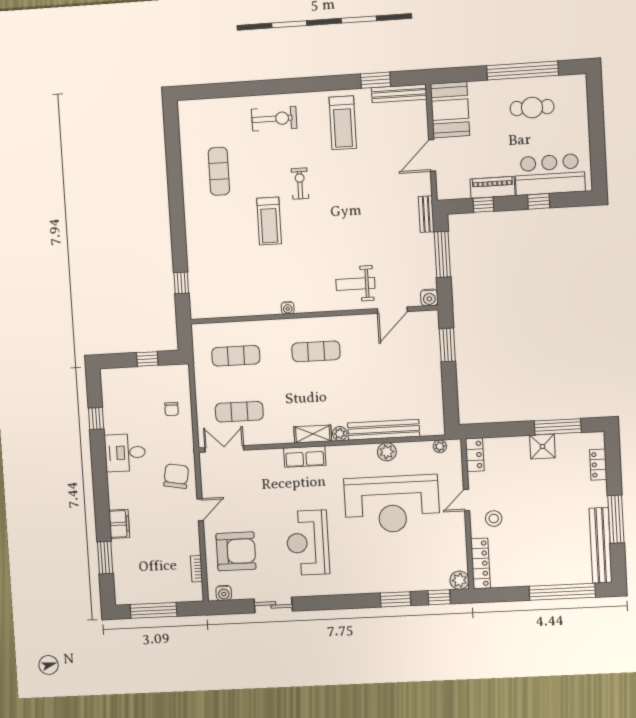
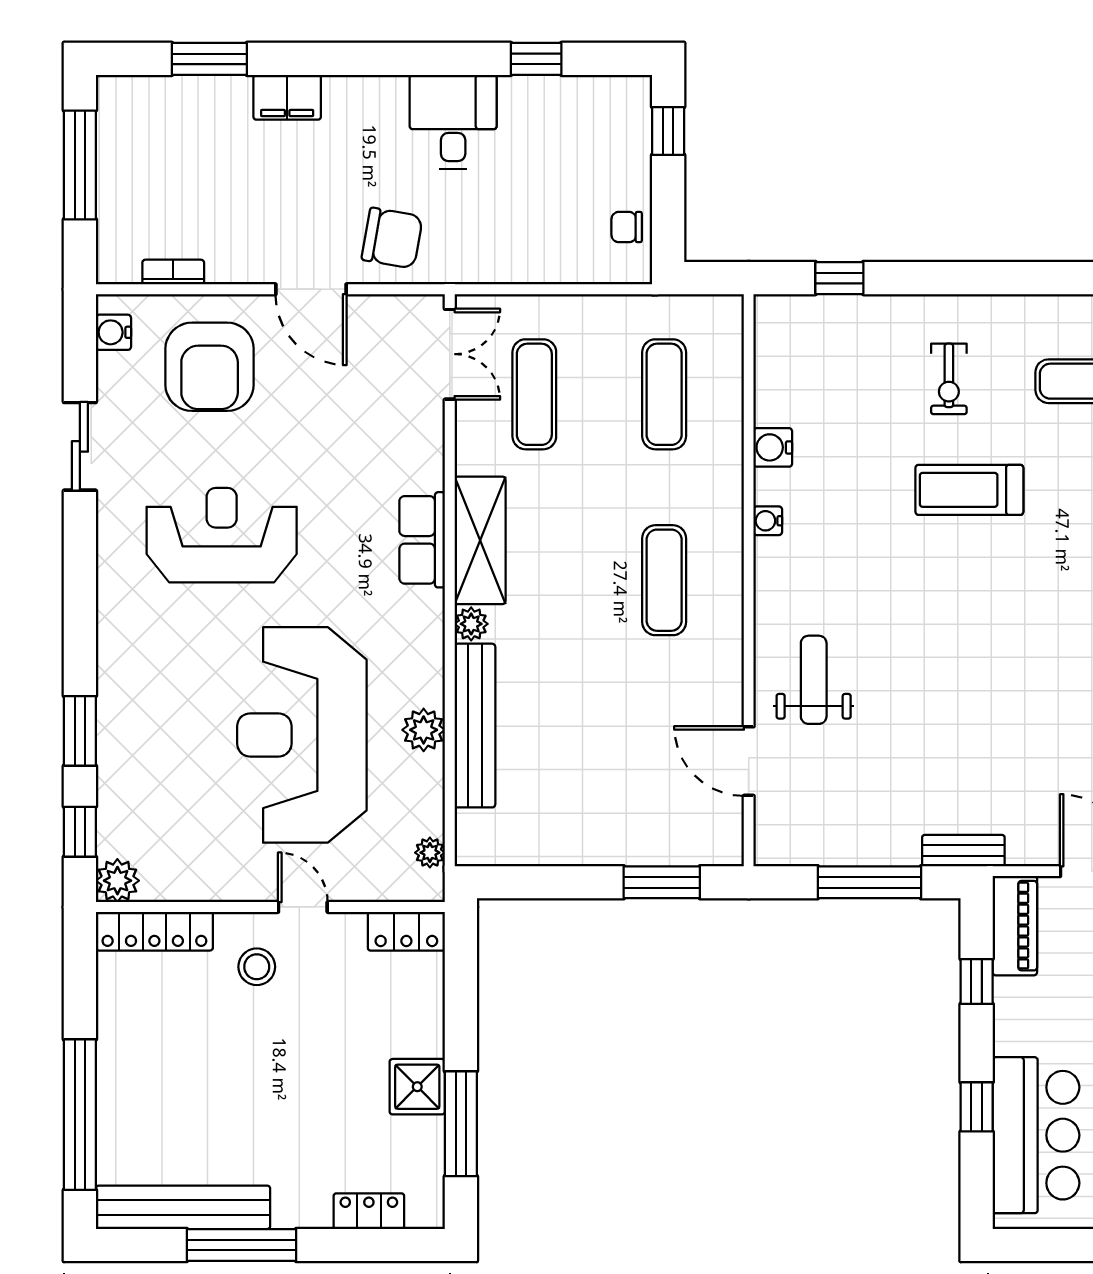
exercise bike: (300, 184) -> (949, 379), moved, turned 90
piano: (493, 187) -> (1015, 926), moved
water cooler: (429, 298) -> (773, 447), moved
window: (147, 359) -> (668, 131), moved
chair: (172, 409) -> (627, 227), moved
shelving: (313, 434) -> (480, 540), width x1.50, depth x1.33
door: (200, 510) -> (311, 289), width x1.38

